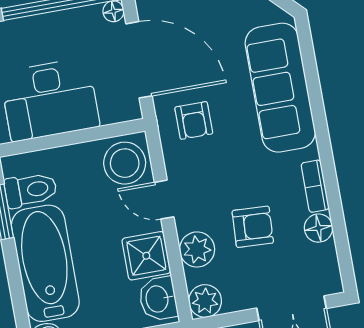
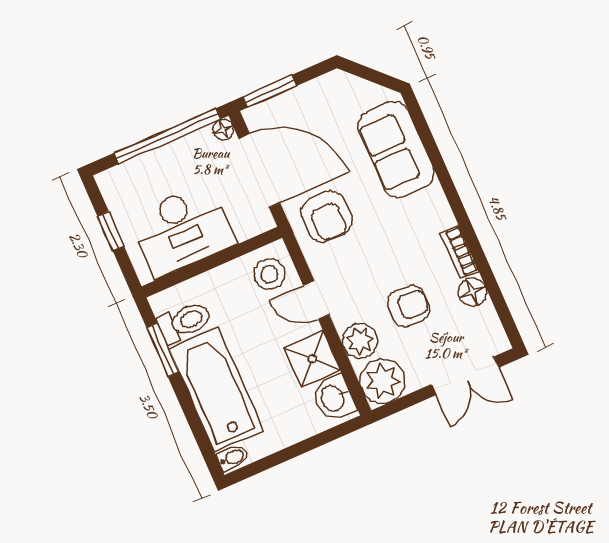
sofa: (280, 88) -> (396, 149), width x0.73
armchair: (194, 120) -> (327, 217), width x1.38, depth x1.38
stool: (125, 163) -> (270, 274), width x0.73, depth x0.73
plant: (205, 301) -> (383, 381), width x1.36, depth x1.36

